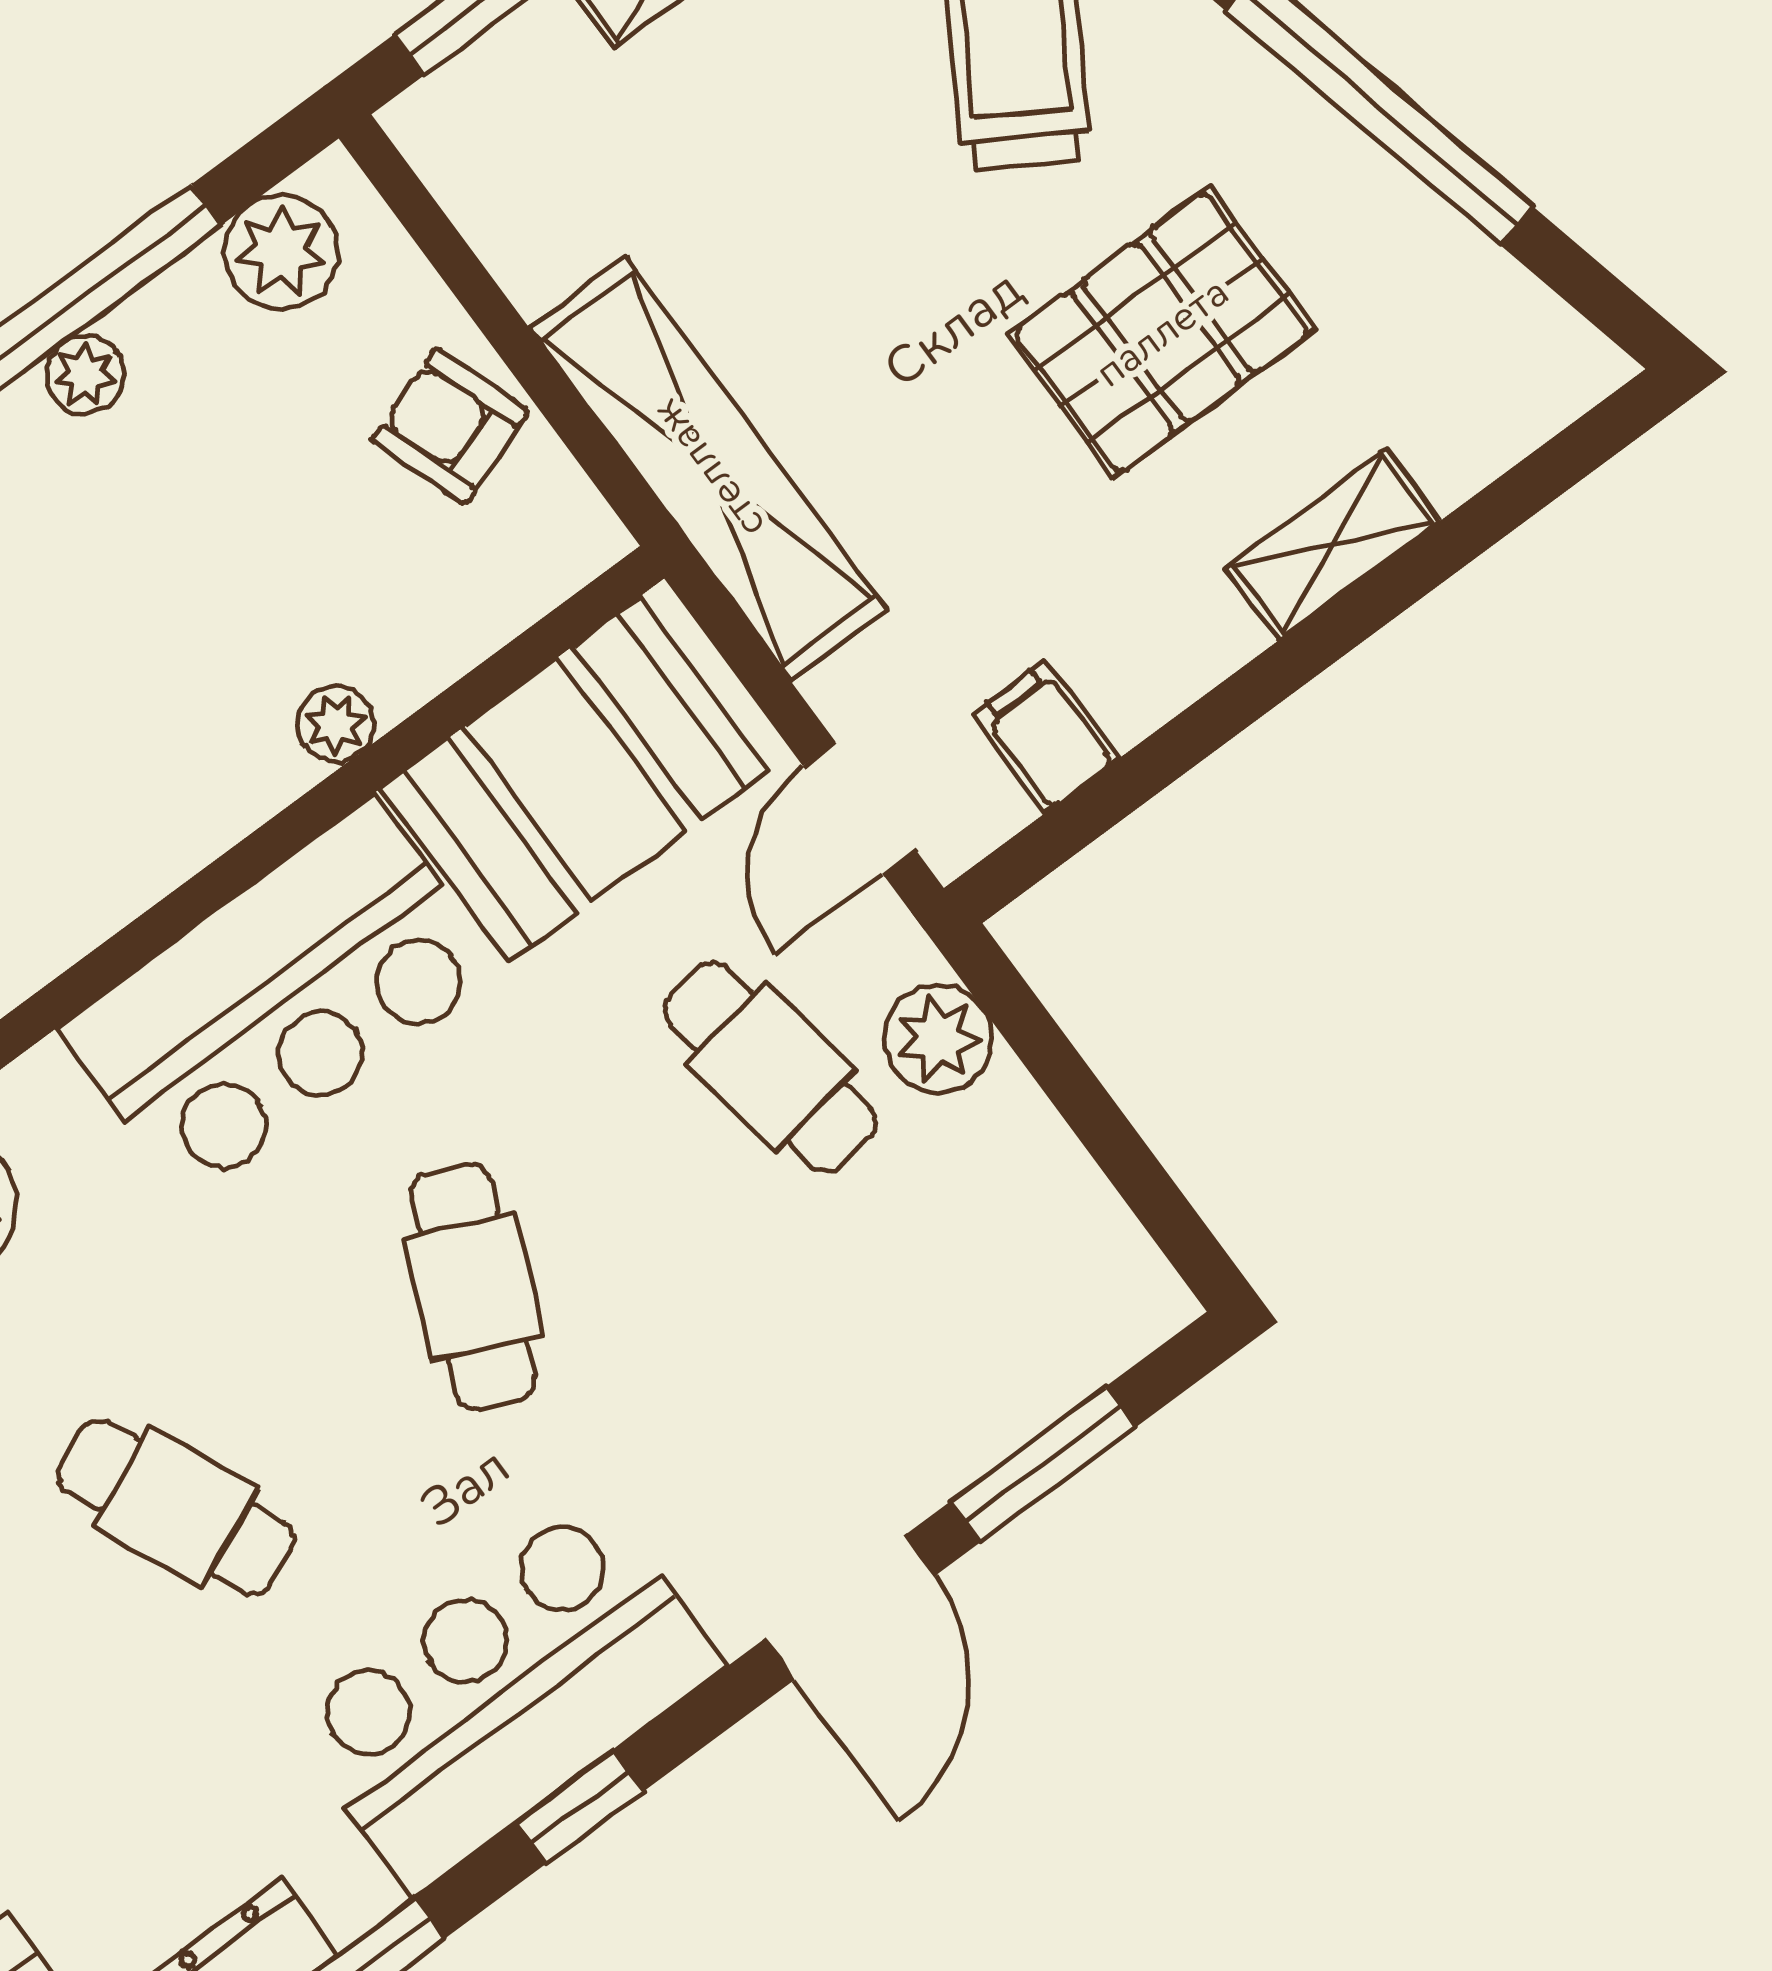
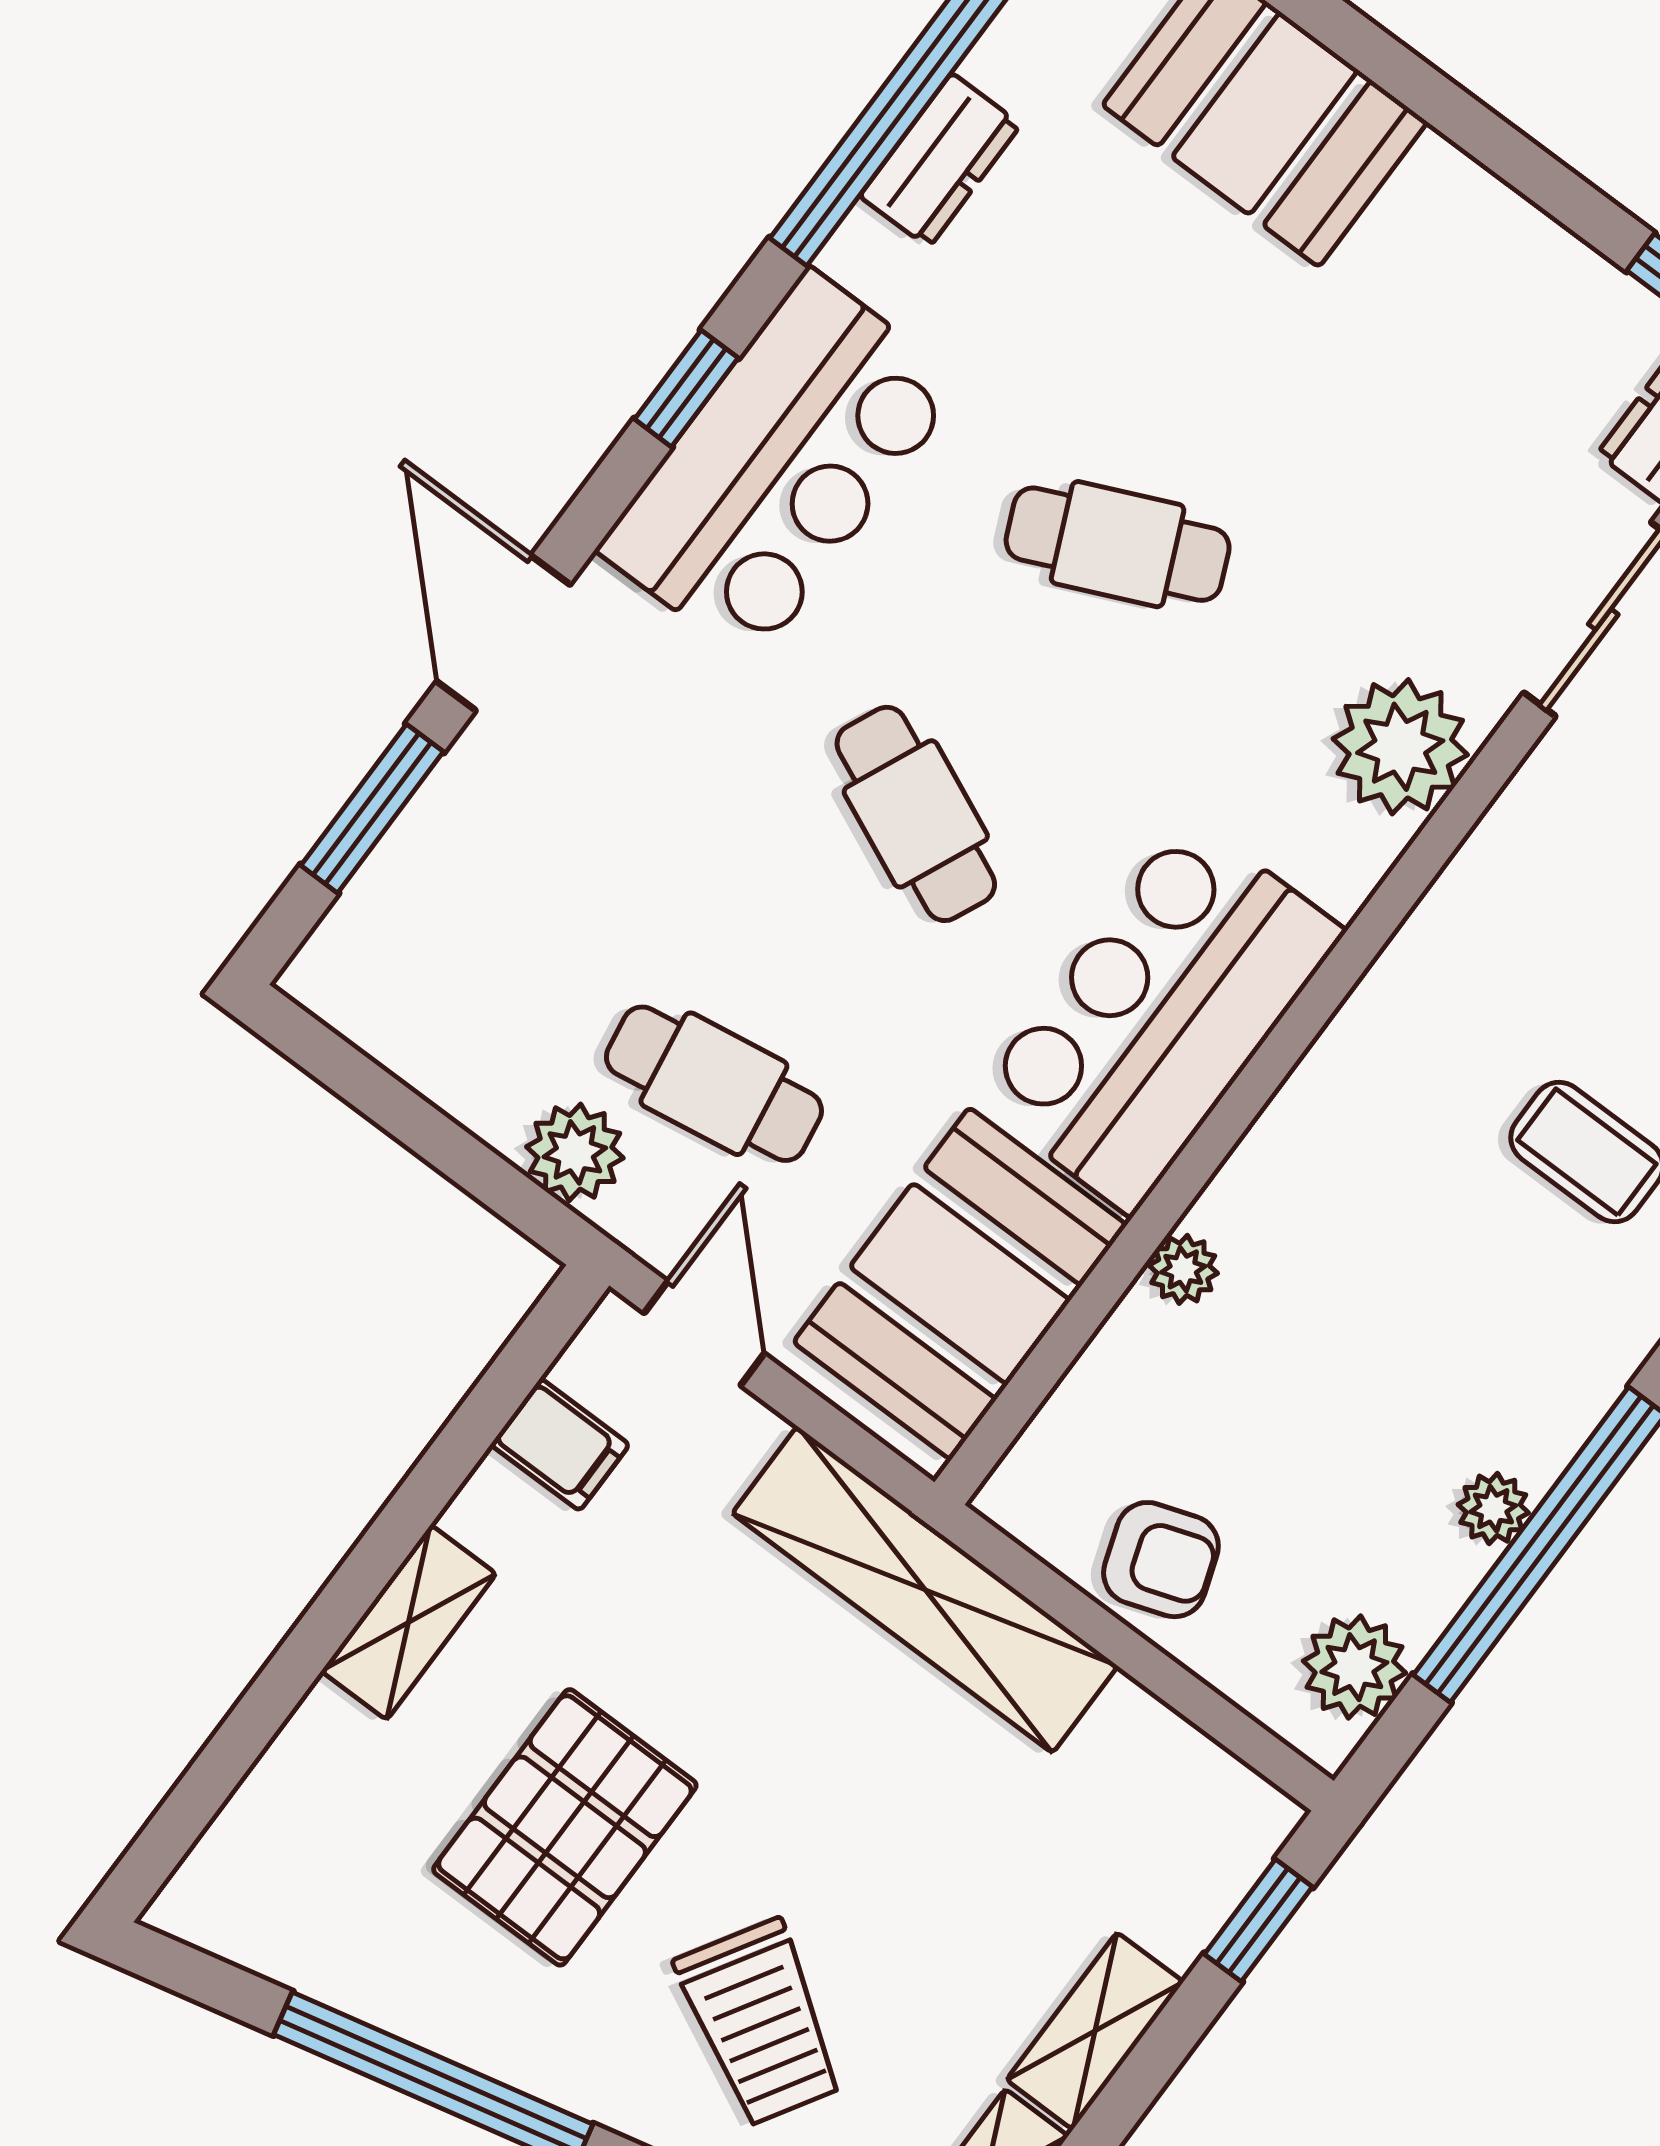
shelving: (1333, 544) -> (409, 1622), moved

